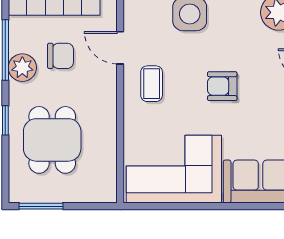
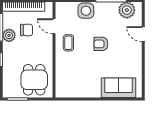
dining table: (52, 140) -> (34, 80), moved
corner sofa: (174, 169) -> (79, 82), removed

